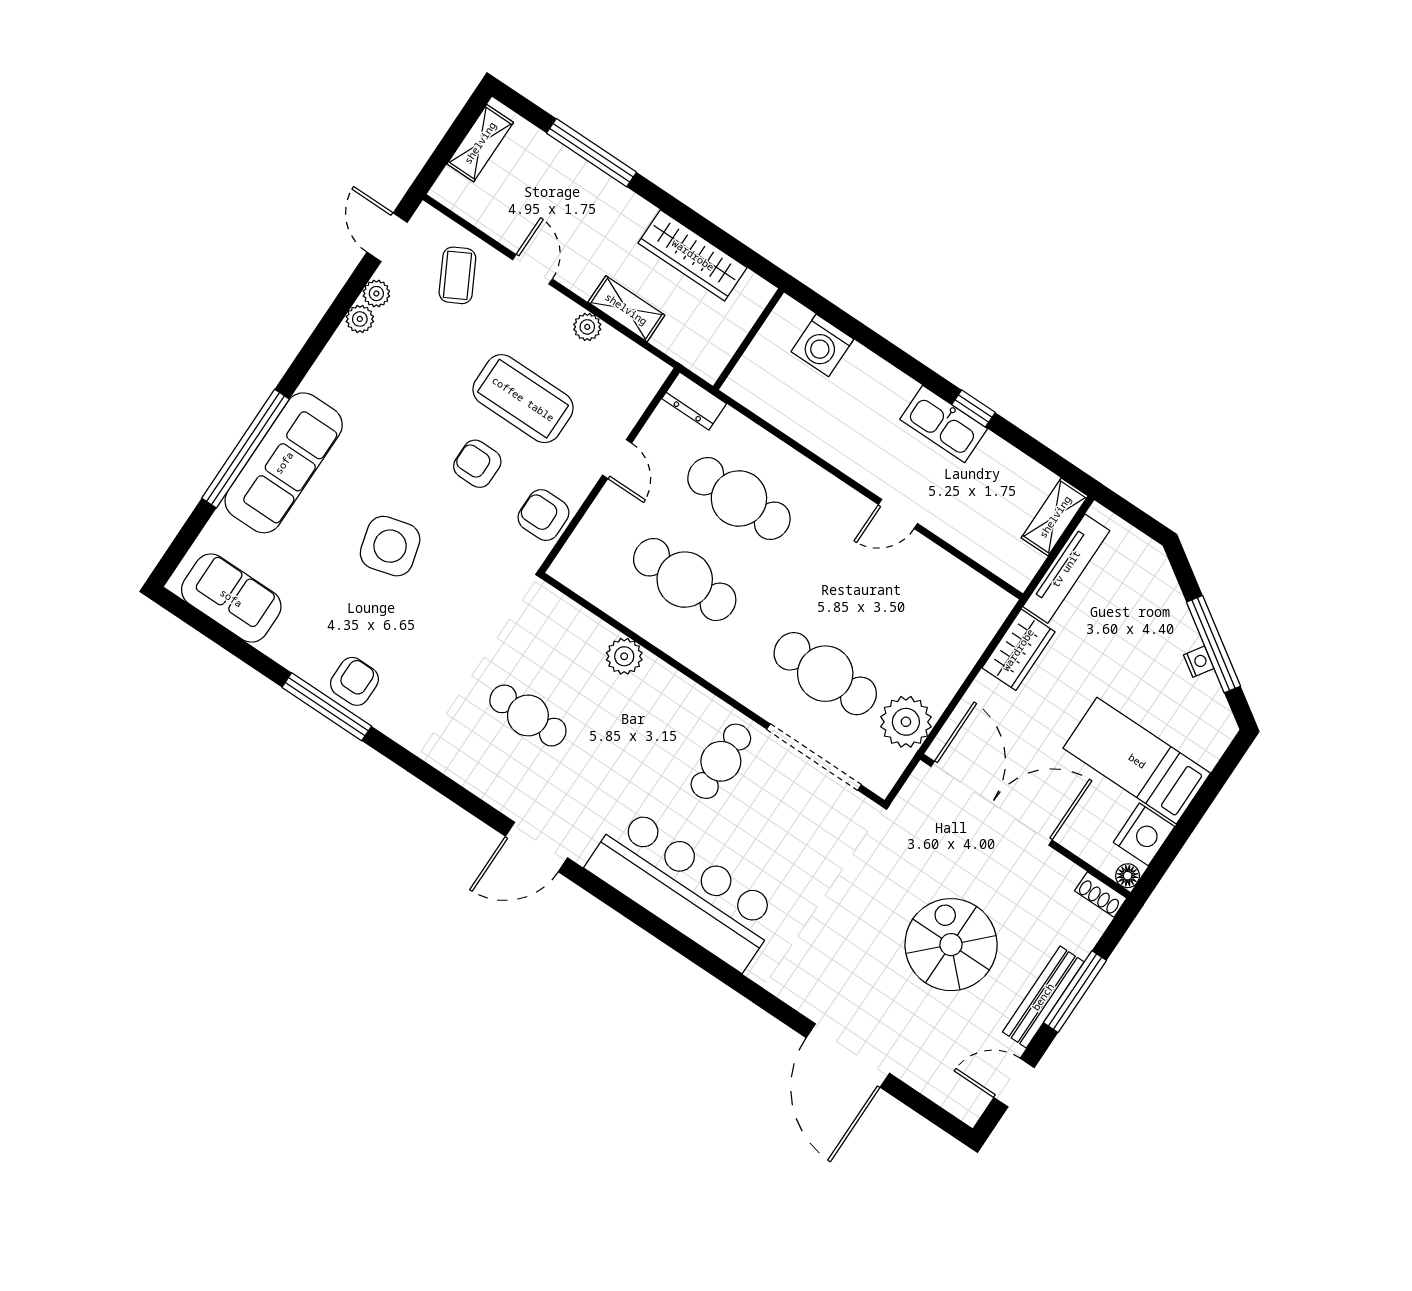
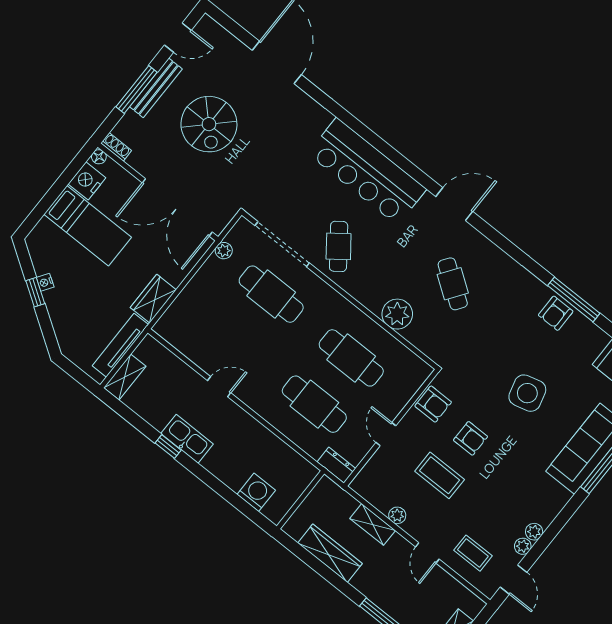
coffee table: (457, 275) -> (473, 553), turned -62
coffee table: (523, 399) -> (440, 475), width x0.73, depth x0.76
window: (1213, 644) -> (35, 292), width x0.46
plant: (624, 656) -> (397, 314), width x1.36, depth x1.36
cafe table: (528, 715) -> (453, 284), turned 35
plant: (906, 722) -> (224, 251), width x0.53, depth x0.53
cafe table: (721, 761) -> (339, 246), turned -37

